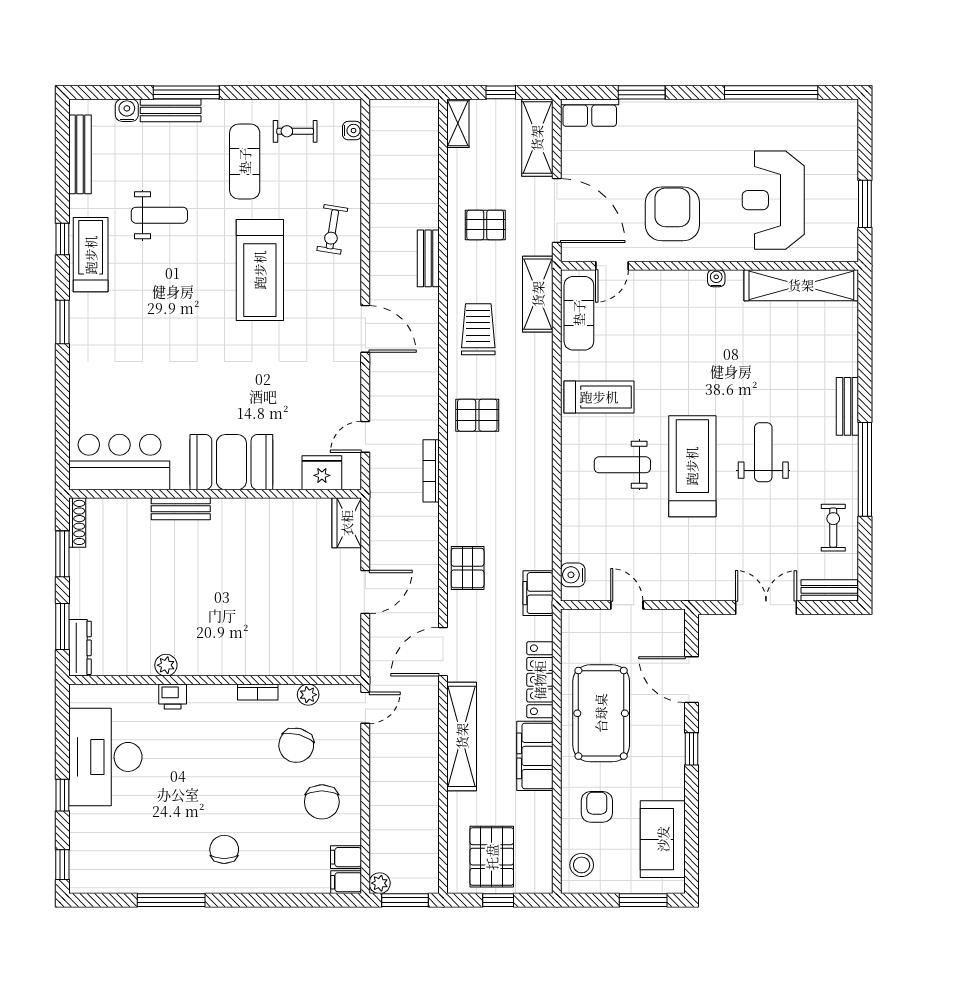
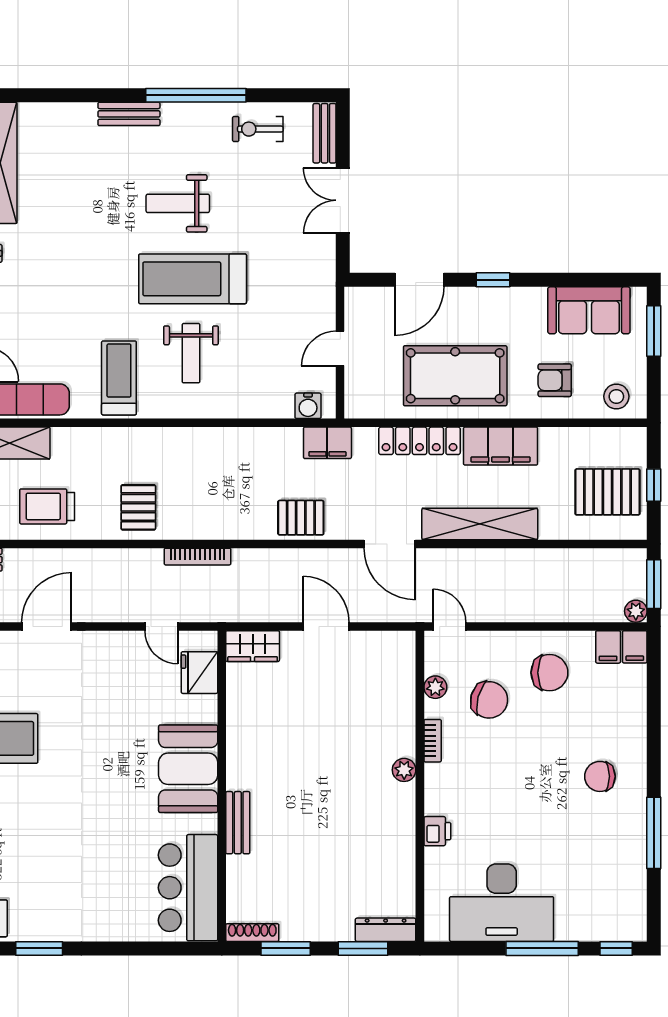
plant: (166, 665) -> (404, 770), moved
window: (62, 795) -> (542, 948), width x2.17

